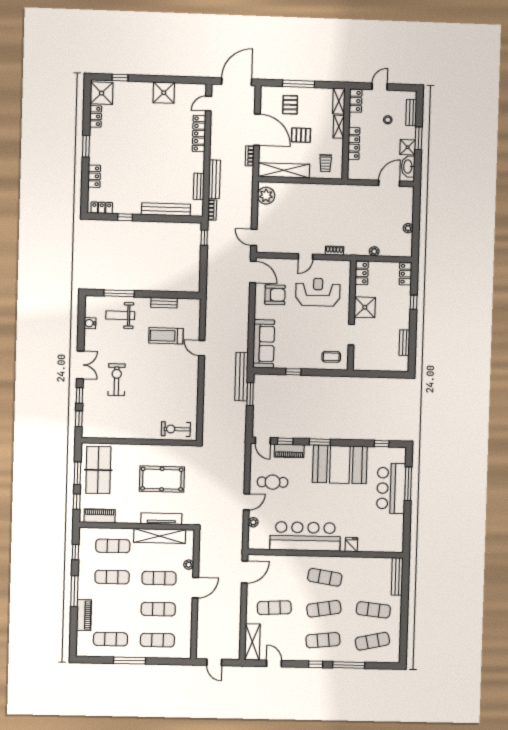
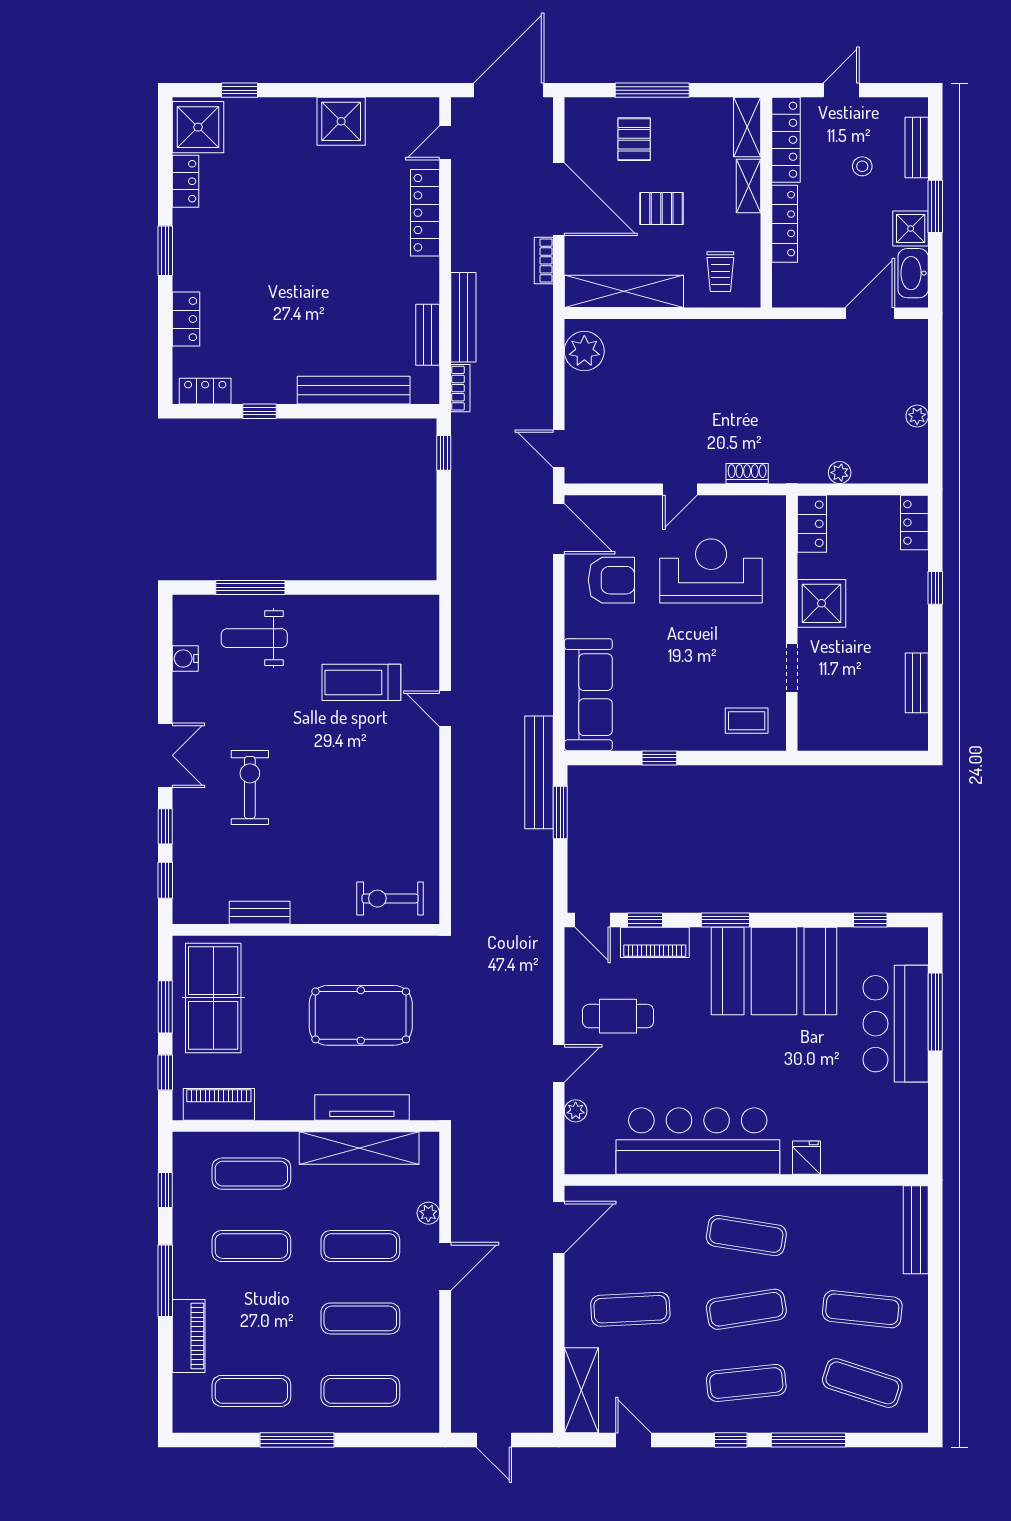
locker: (356, 101) -> (786, 140), width x1.53
bench: (164, 303) -> (260, 913), moved
exercise mat: (372, 641) -> (862, 1383), turned 30

